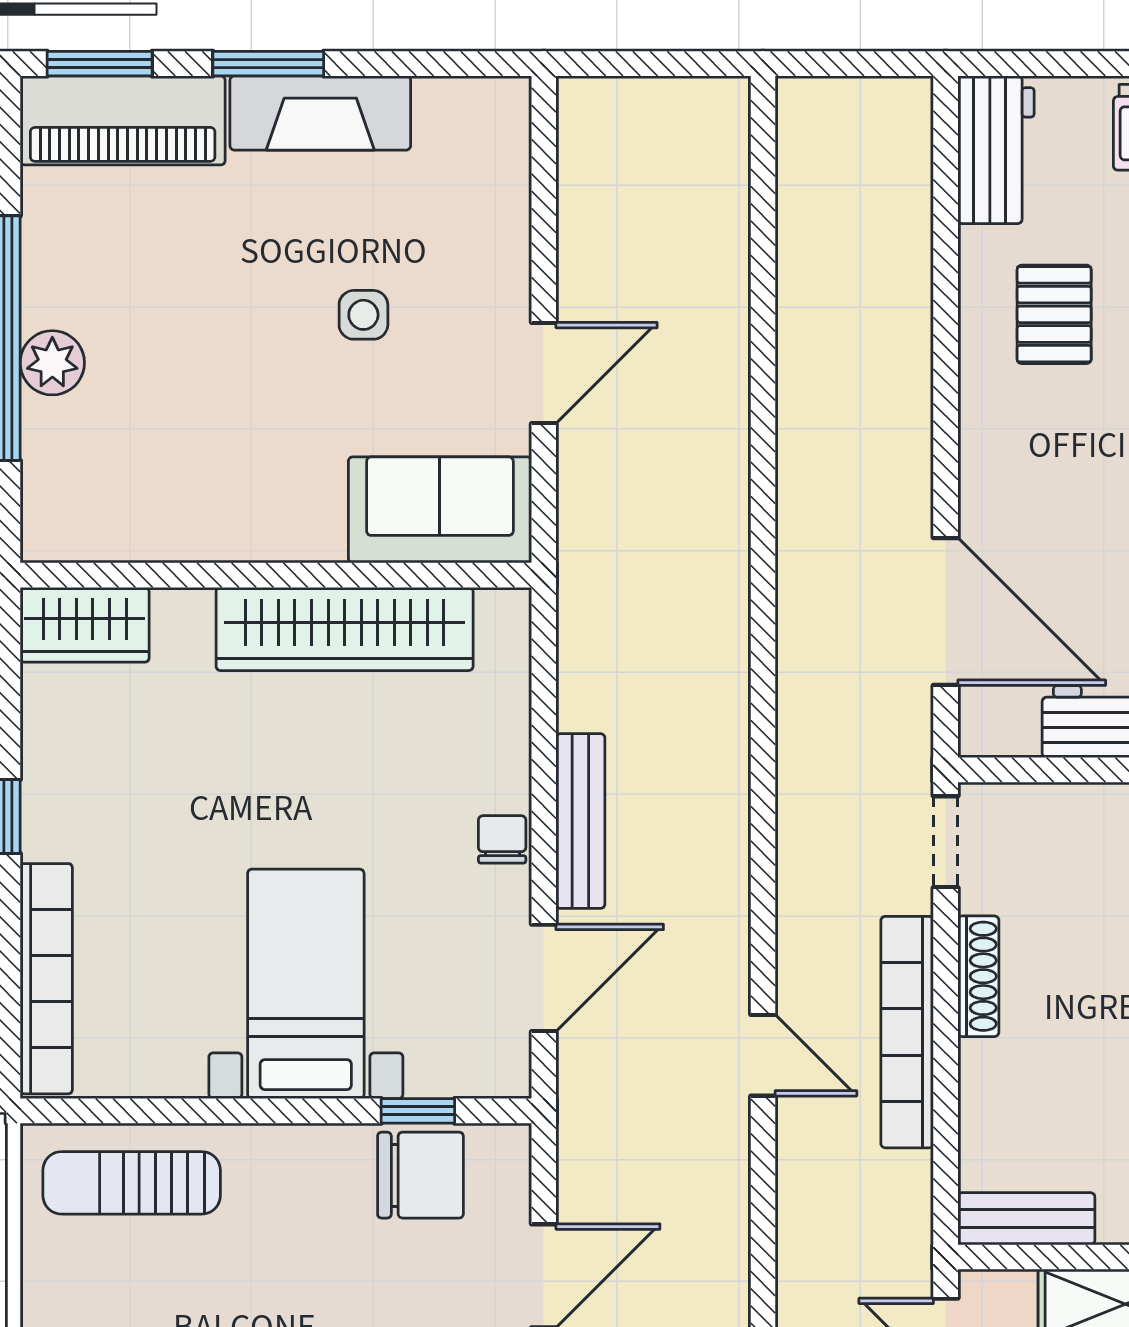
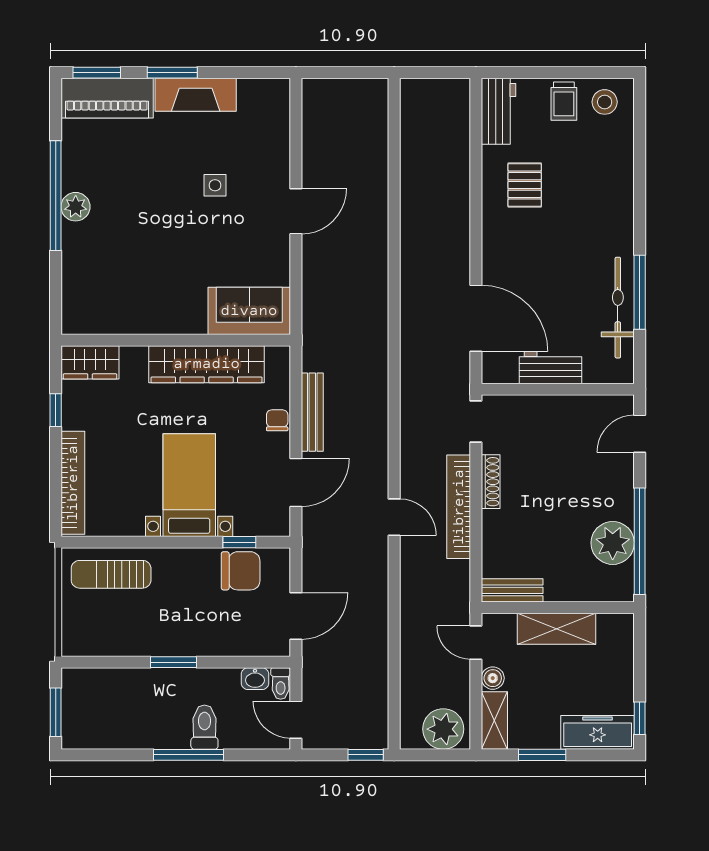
sofa: (440, 510) -> (249, 311), moved
wall: (276, 575) -> (176, 340), moved
wardrobe: (85, 625) -> (90, 362), moved
wardrobe: (345, 629) -> (207, 364), moved

